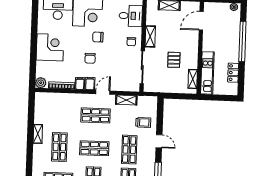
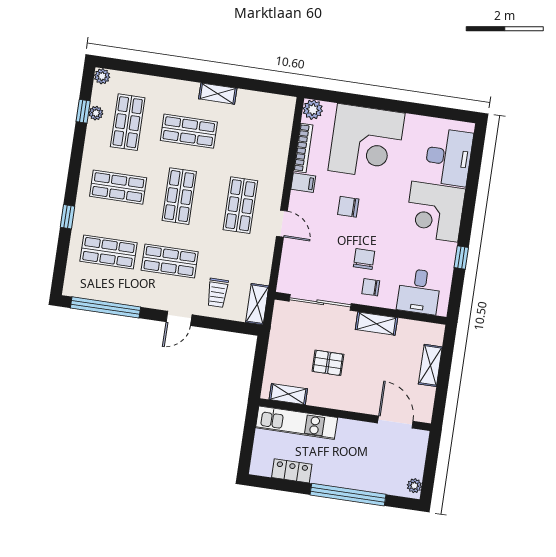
chair: (98, 37) -> (364, 259), moved
corner desk: (50, 47) -> (366, 142), width x1.36, depth x1.36
filing cabinet: (90, 84) -> (301, 201), removed
shelving: (126, 100) -> (257, 304), moved

